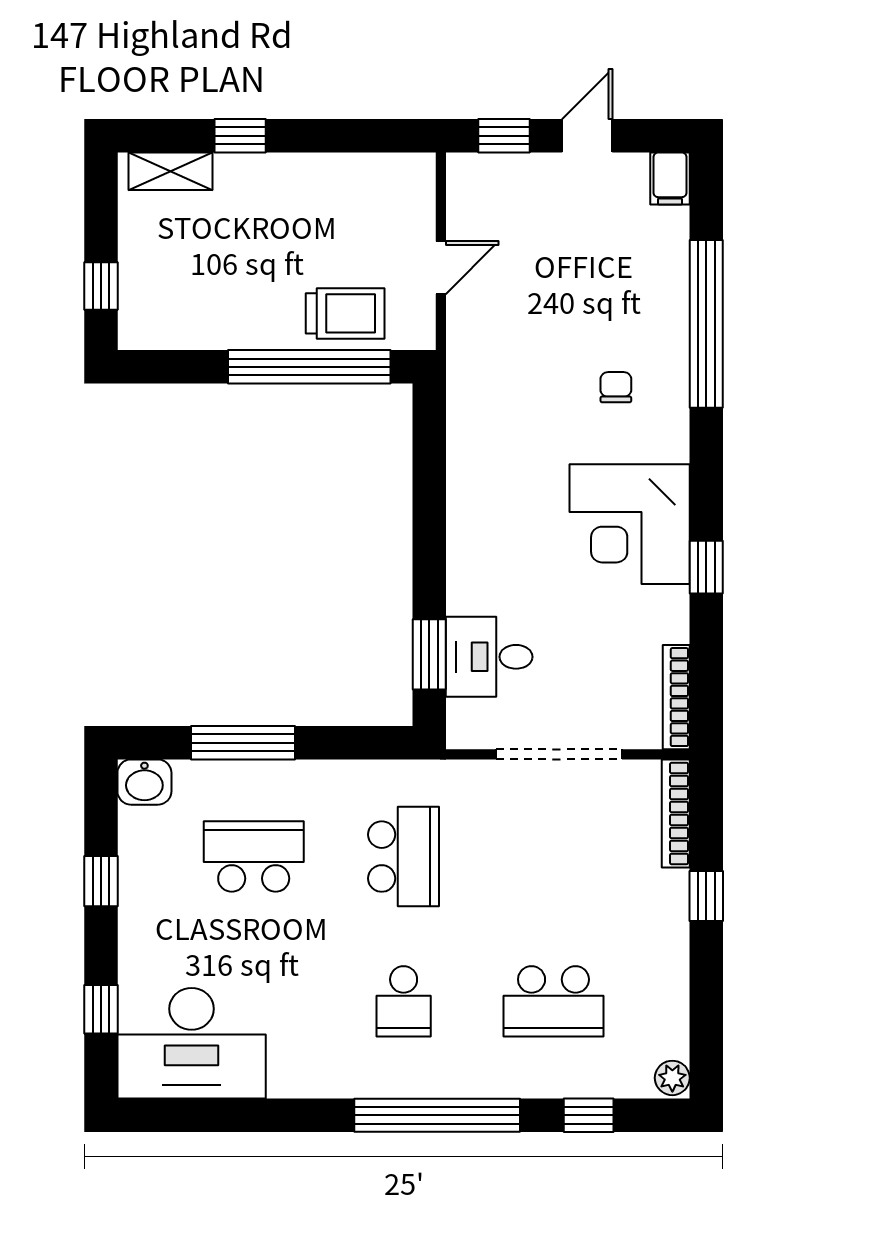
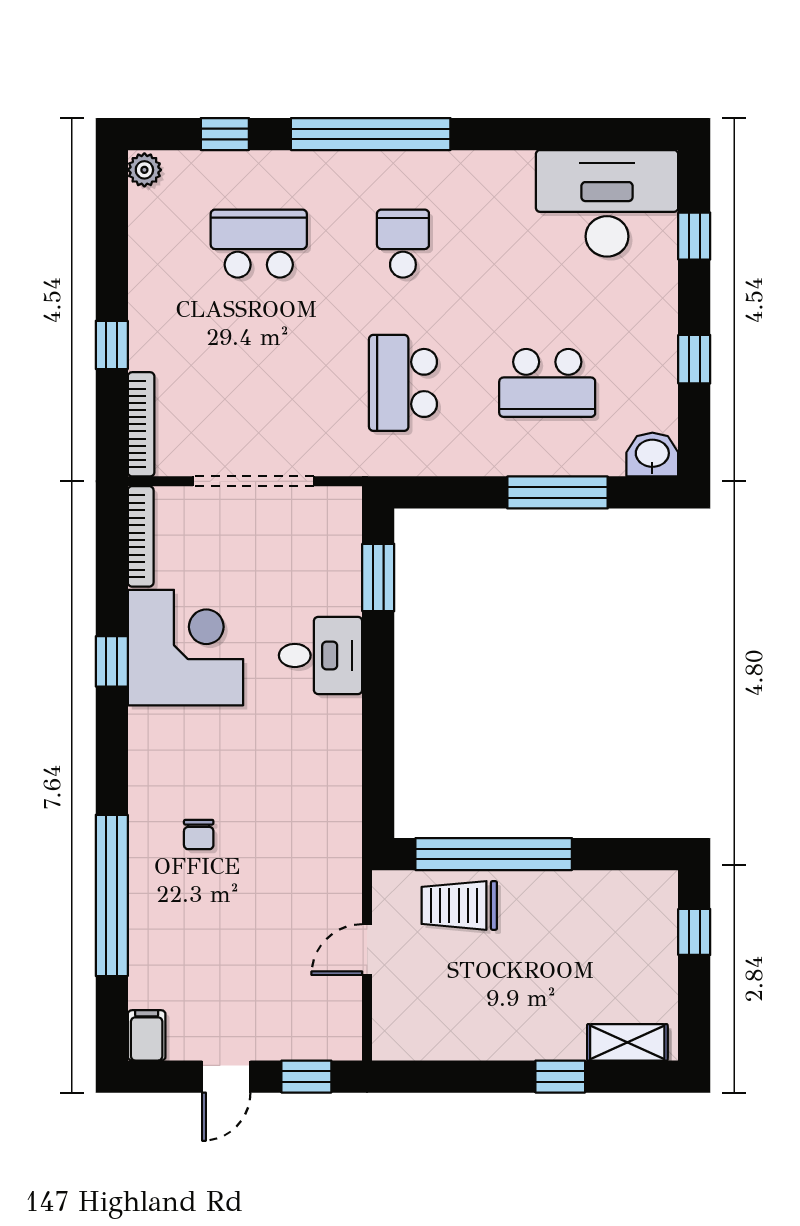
corner desk: (630, 524) -> (185, 648), moved
desk: (489, 657) -> (321, 655), moved

